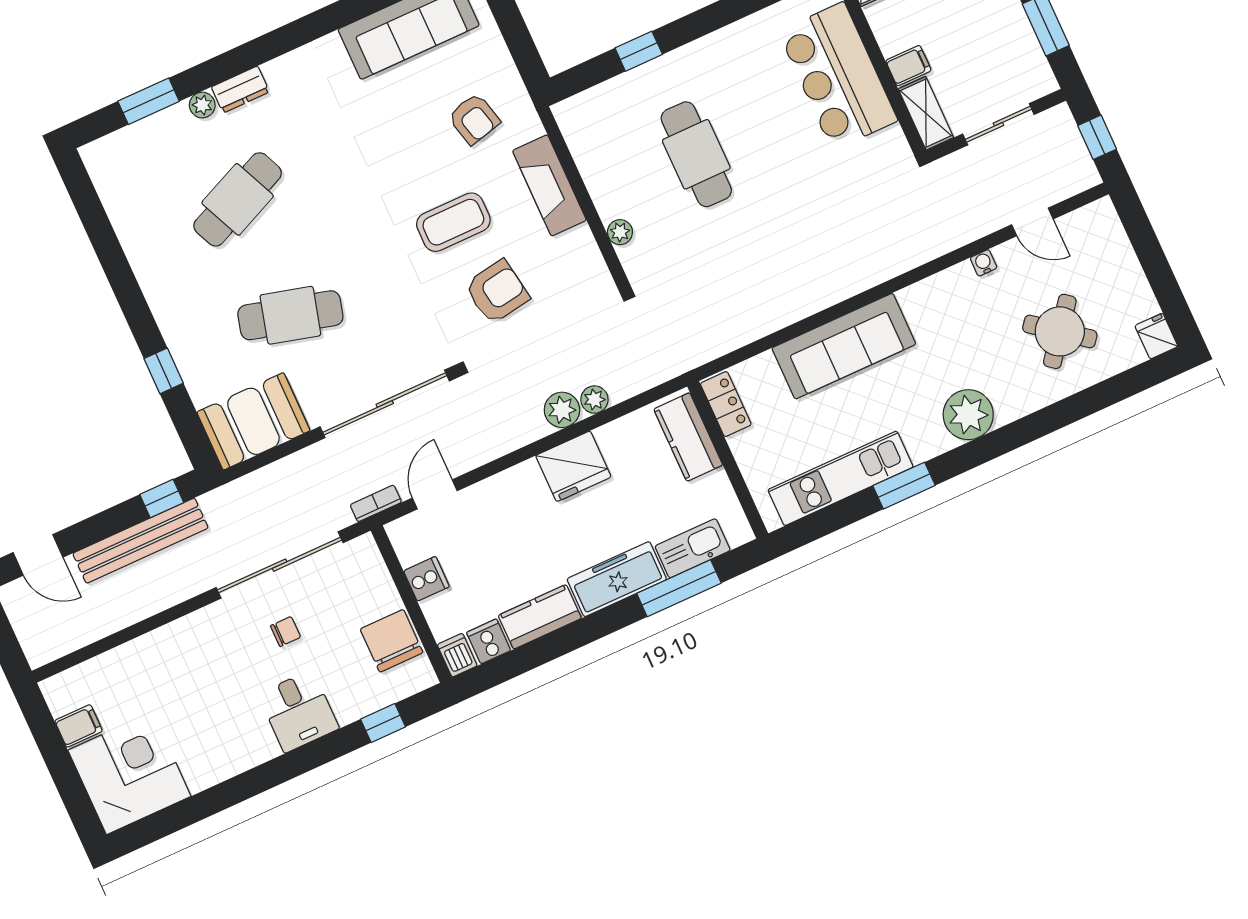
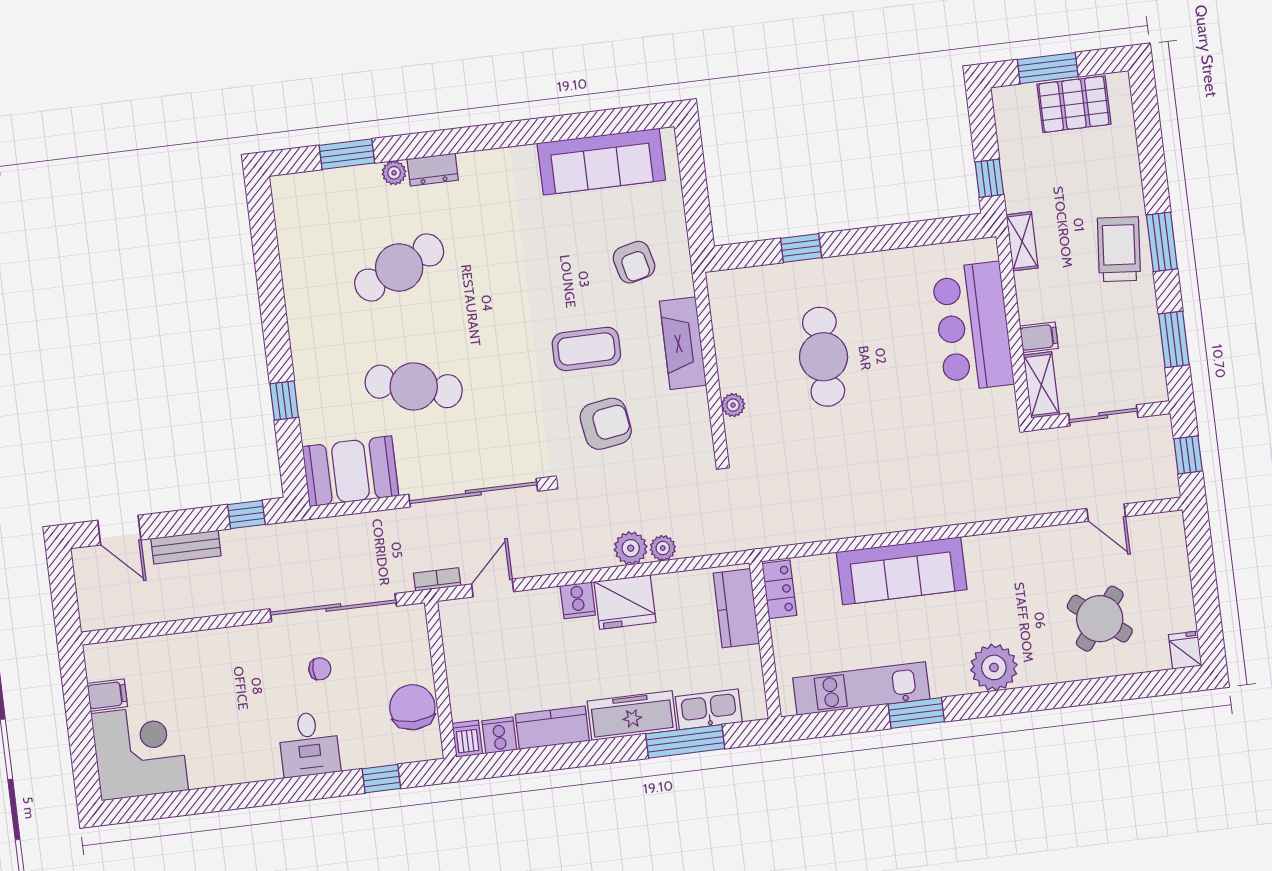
water cooler: (984, 263) -> (1051, 535), removed
bench: (140, 541) -> (186, 547), width x0.54, depth x0.82
cooker: (426, 579) -> (578, 600), moved, turned 90

